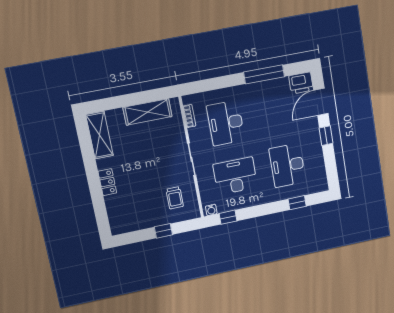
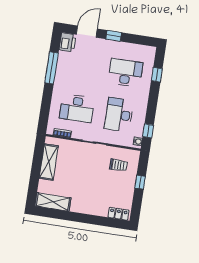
door: (321, 102) -> (87, 32), swing flipped
desk: (287, 165) -> (125, 73), turned 180
locker: (107, 182) -> (118, 214), moved

